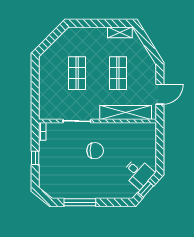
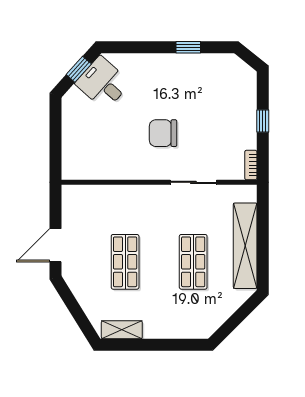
door: (160, 94) -> (56, 245), moved
shelving: (126, 113) -> (245, 246), moved, turned 90
desk: (138, 173) -> (103, 83), moved
window: (80, 202) -> (188, 47), width x0.46

